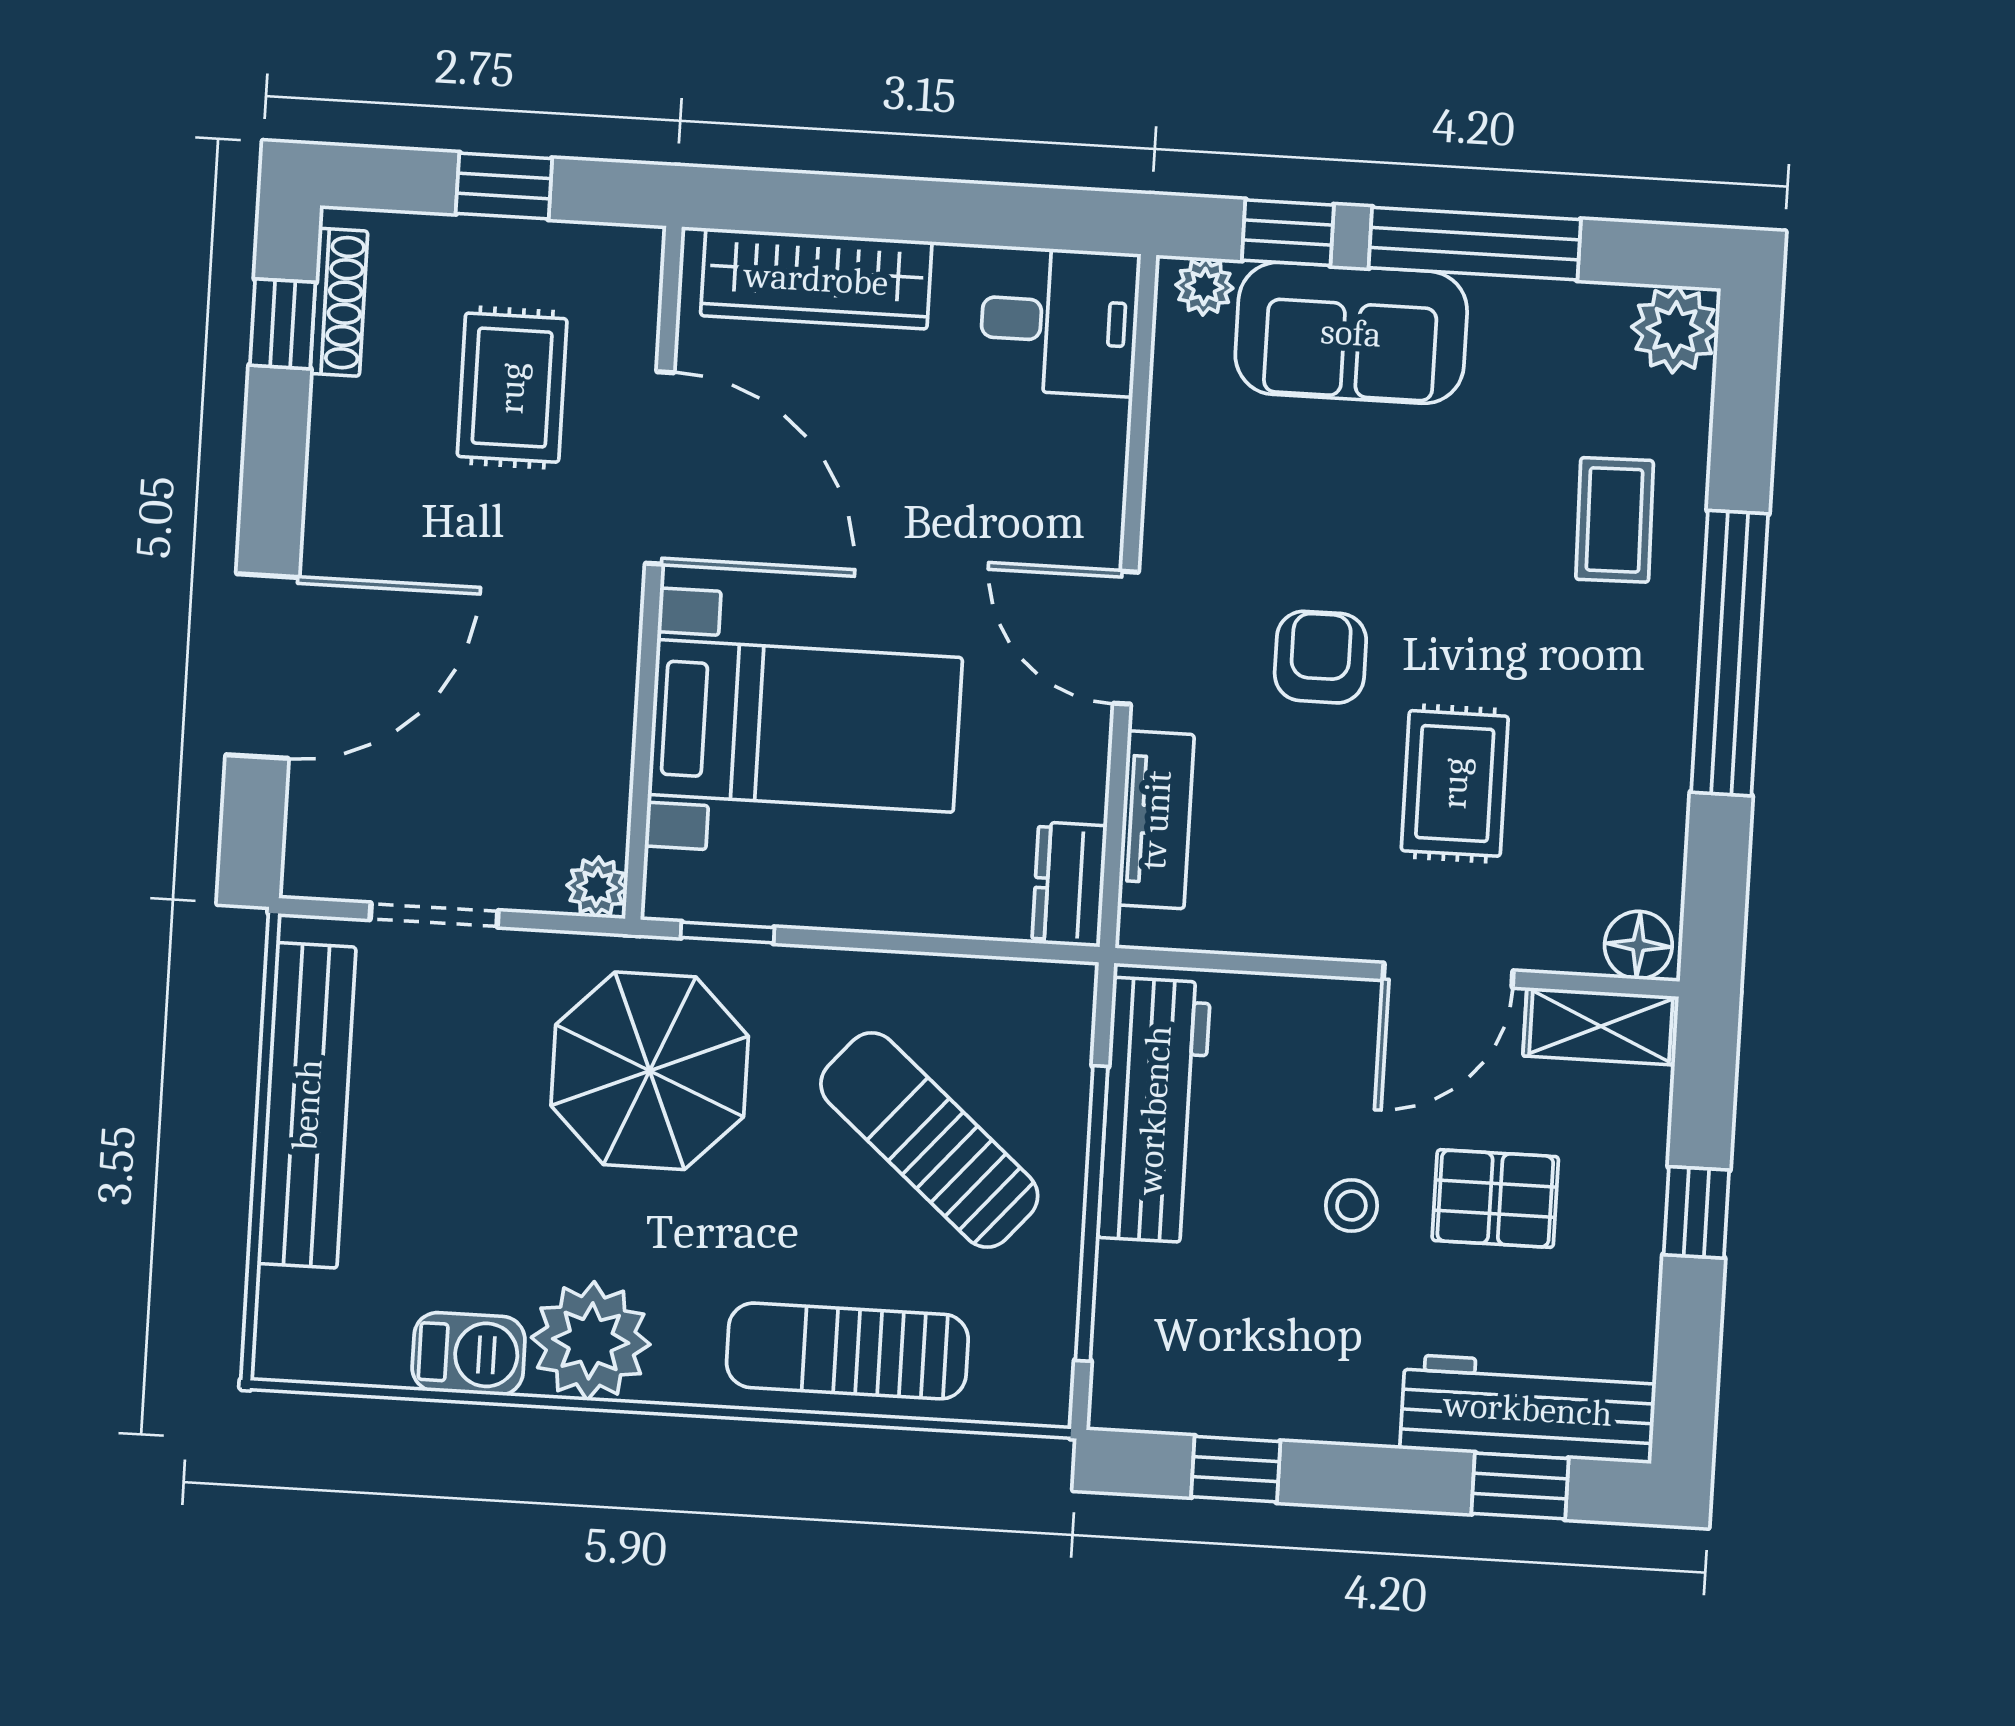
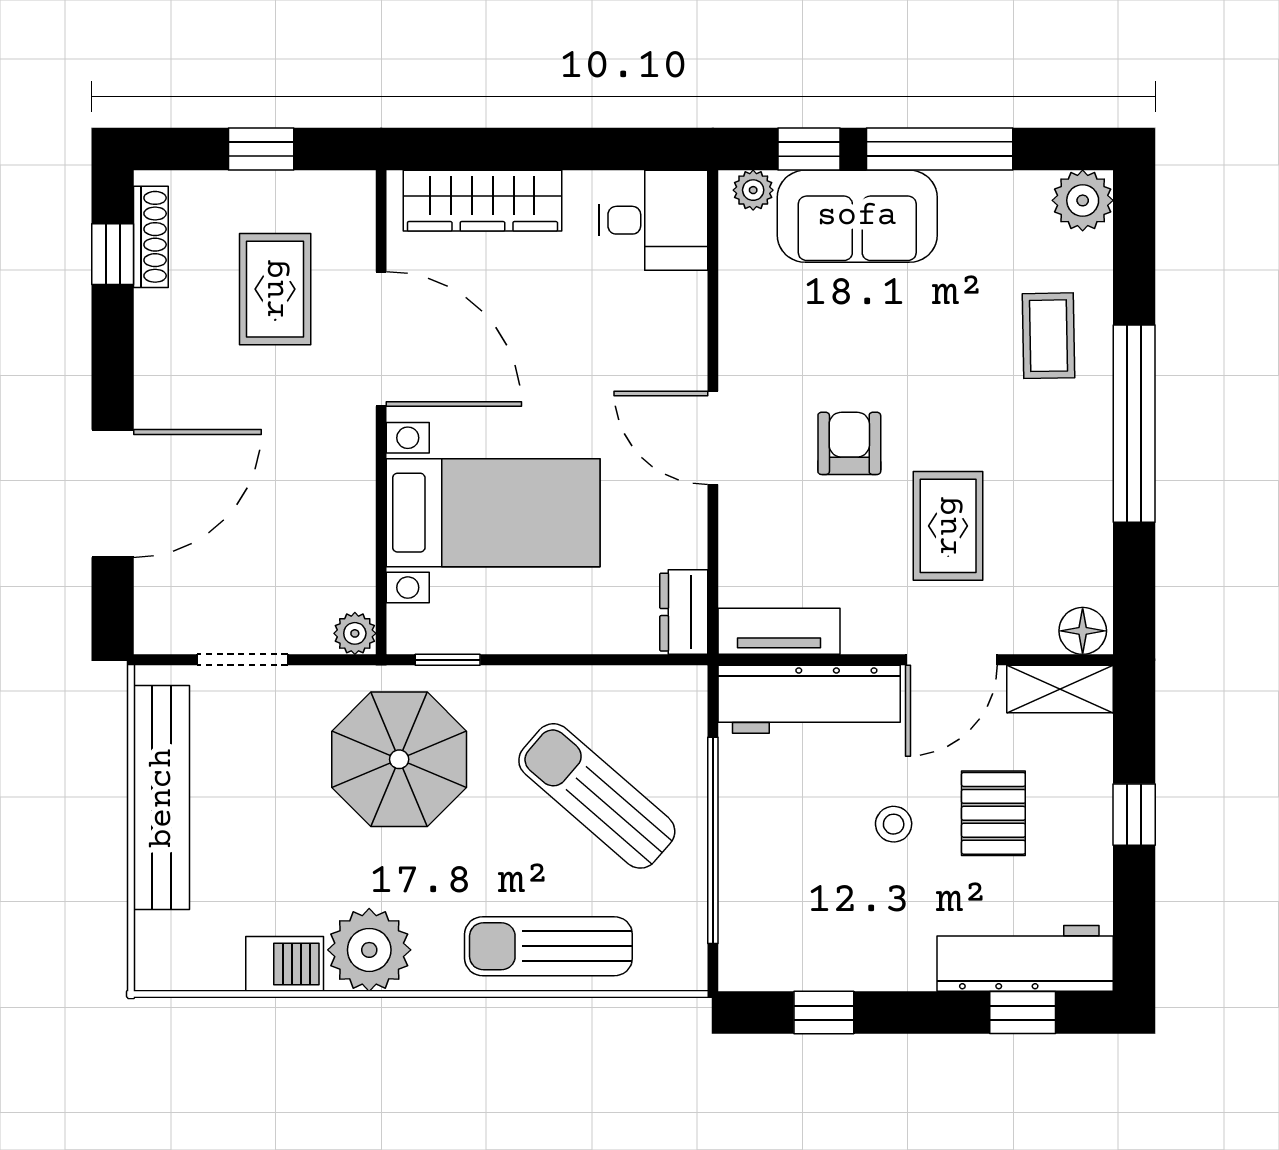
tv unit: (1156, 820) -> (779, 631), moved, turned -90
workbench: (1154, 1110) -> (809, 699), moved, turned 90
pallet: (1495, 1199) -> (993, 813), turned 90

